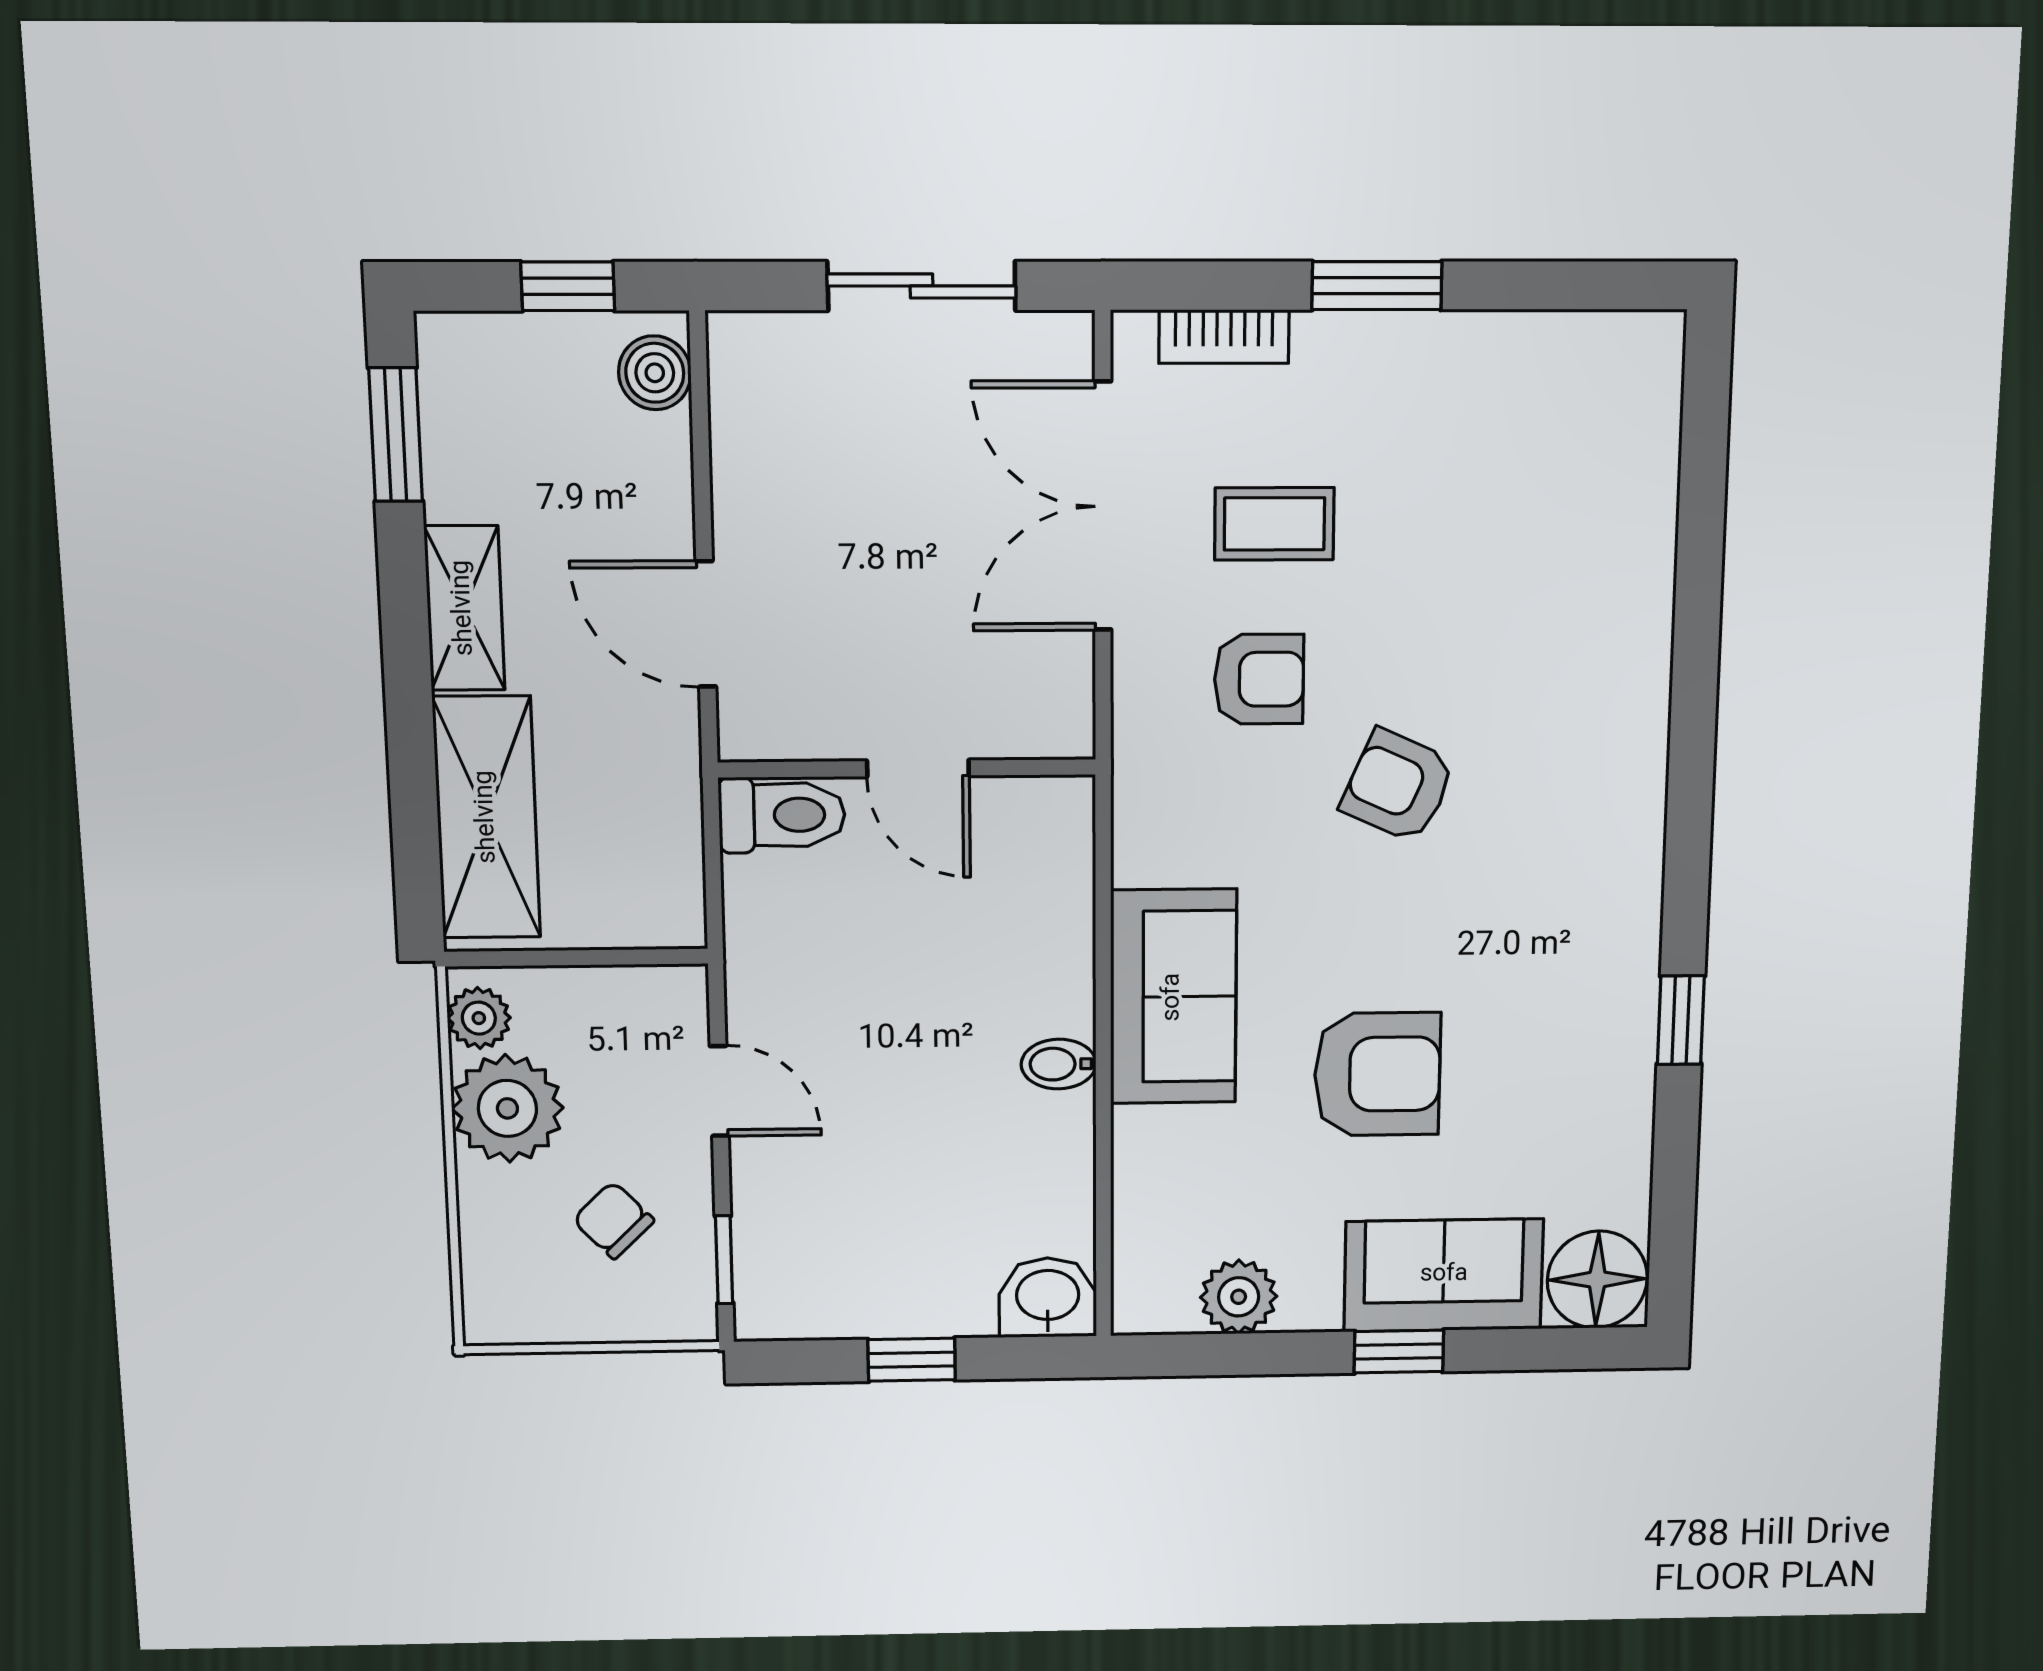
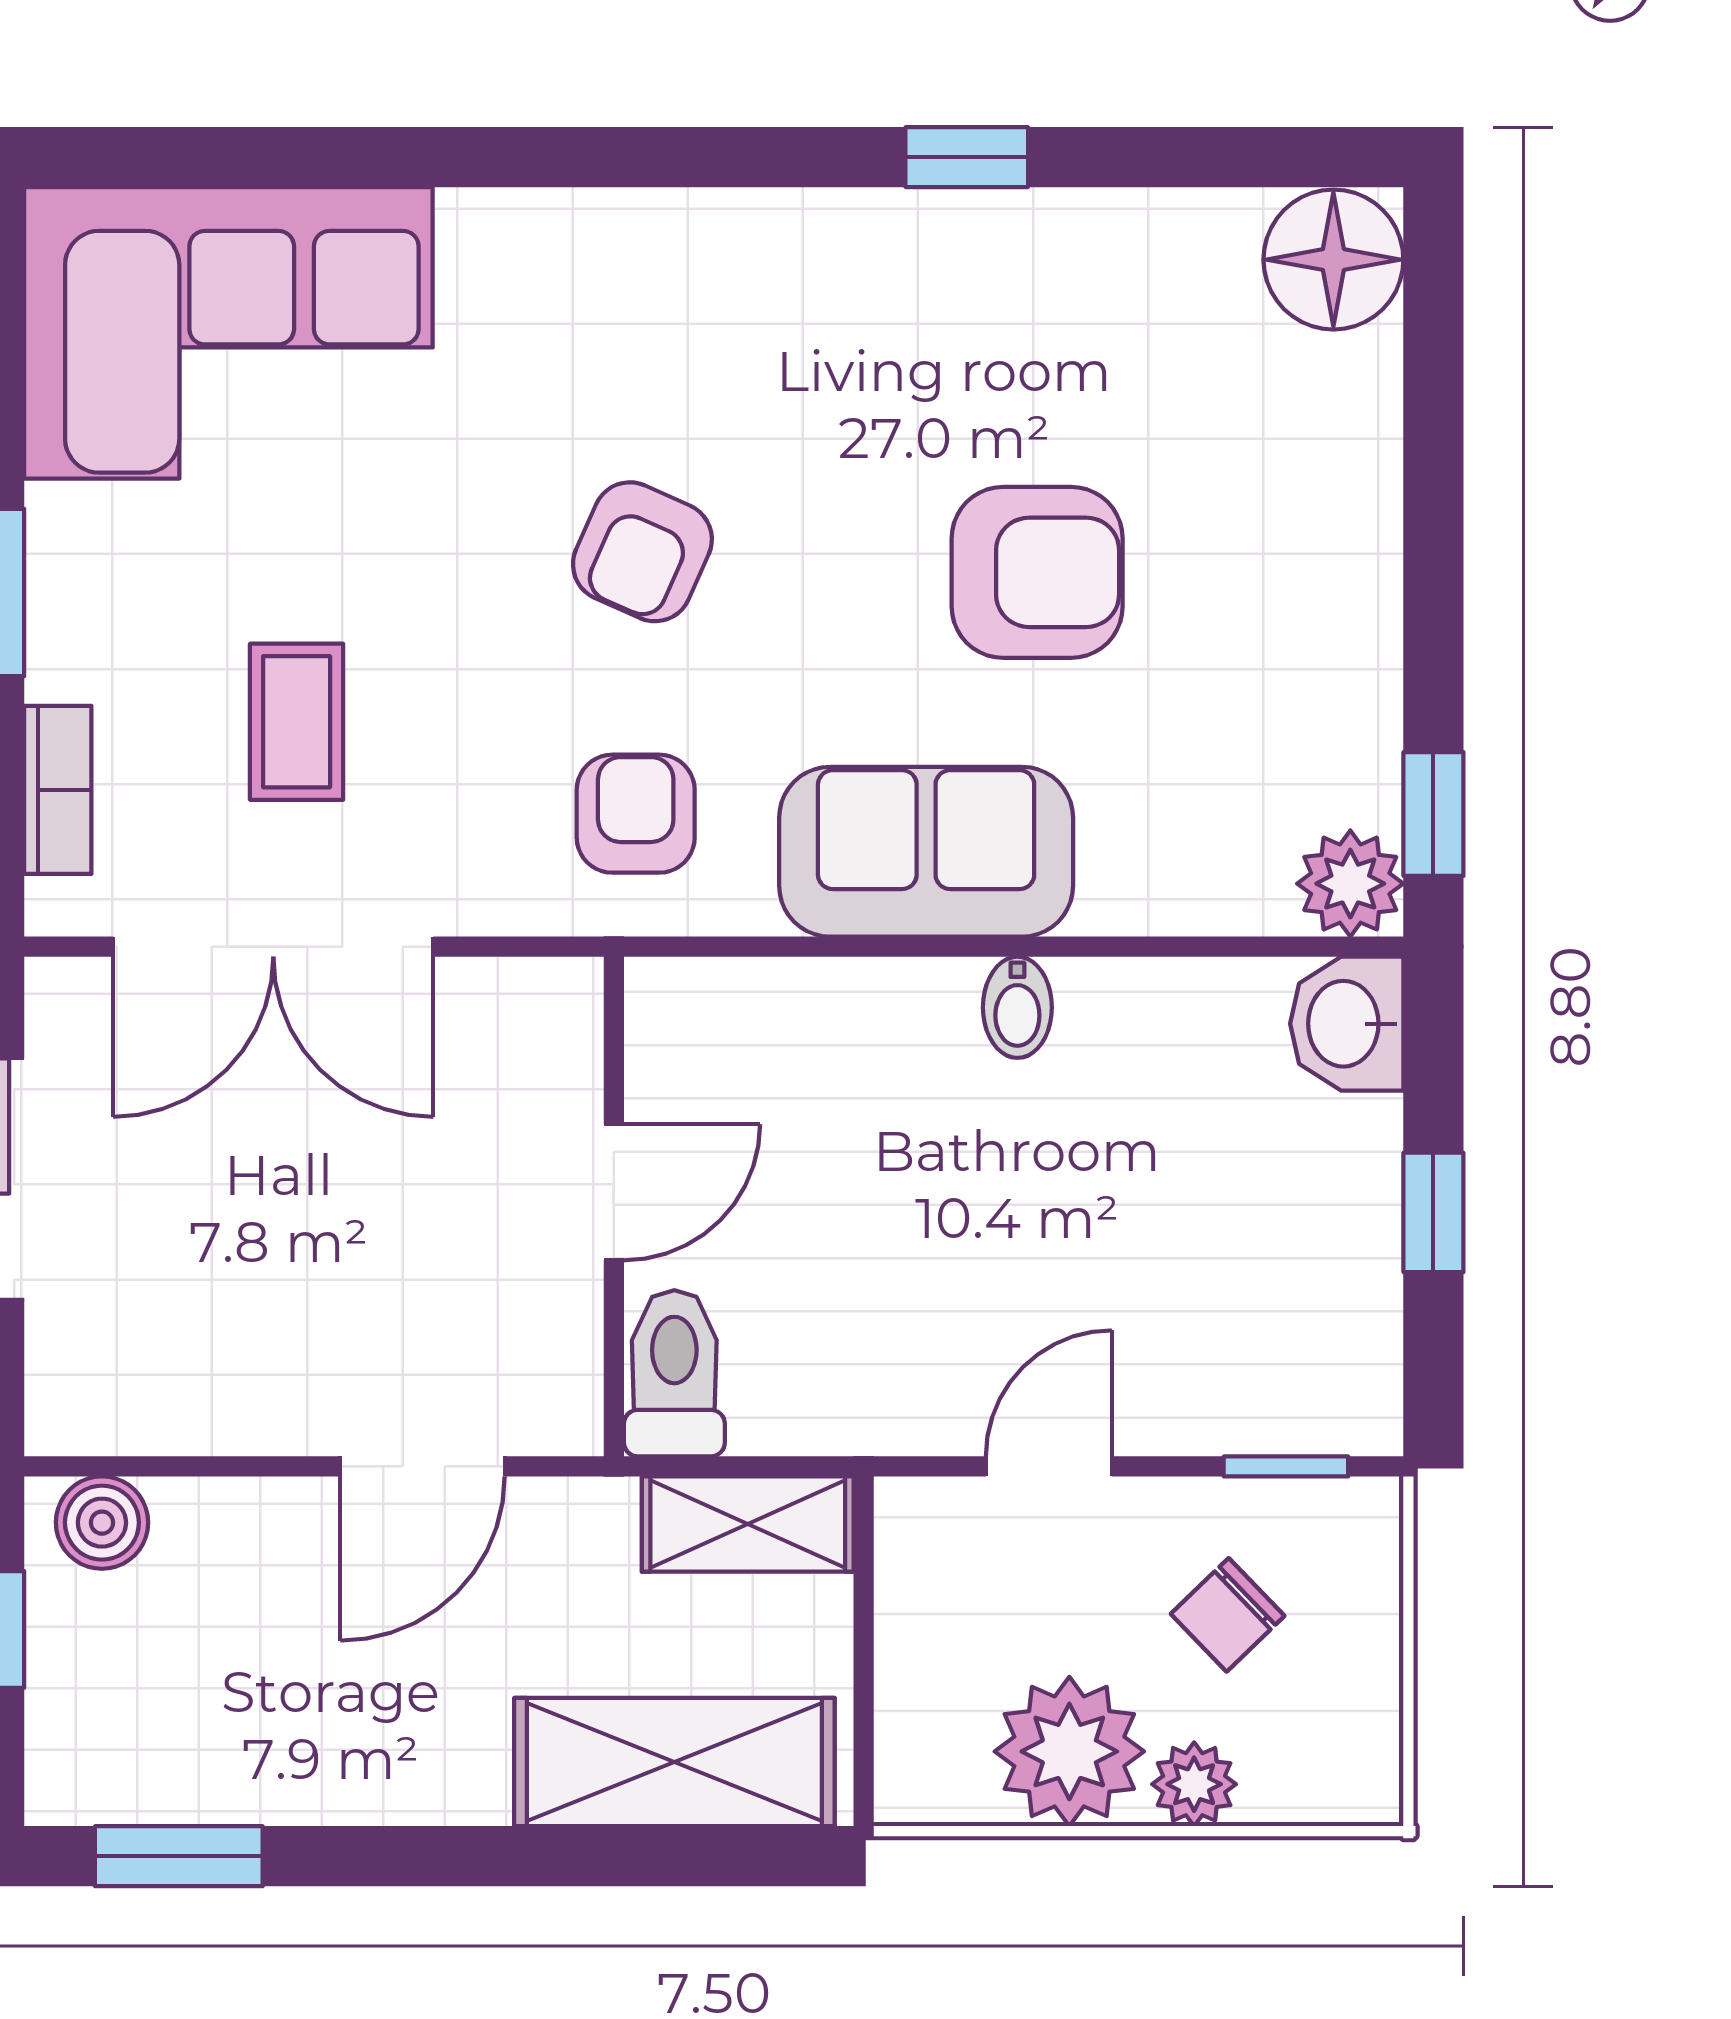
corner sofa: (1571, 470) -> (228, 333), added
shelving: (464, 608) -> (748, 1524), moved
armchair: (1259, 679) -> (636, 814), moved
plant: (479, 1018) -> (1194, 1784), moved
armchair: (1377, 1074) -> (1037, 572), turned 90
sofa: (1444, 1275) -> (1324, 475), removed
plant: (1239, 1297) -> (1350, 884), moved
window: (1399, 1352) -> (1433, 814), moved

